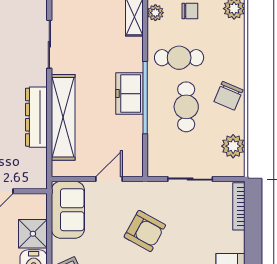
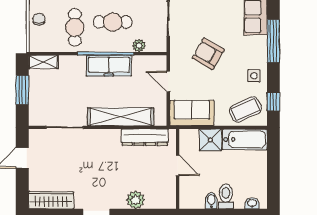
plant: (155, 13) -> (139, 46), moved
freezer: (129, 94) -> (109, 66), width x1.40
dresser: (36, 117) -> (145, 137), moved
armchair: (145, 231) -> (208, 54), turned -89

